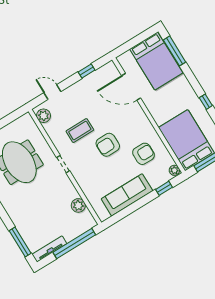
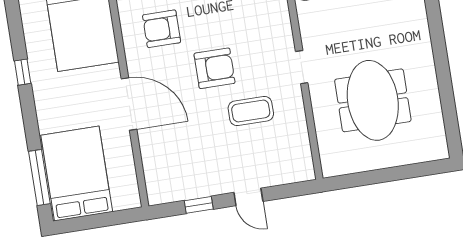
door: (131, 87) -> (129, 104), moved
door: (52, 92) -> (248, 197), moved
plant: (44, 116) -> (301, 161), removed

